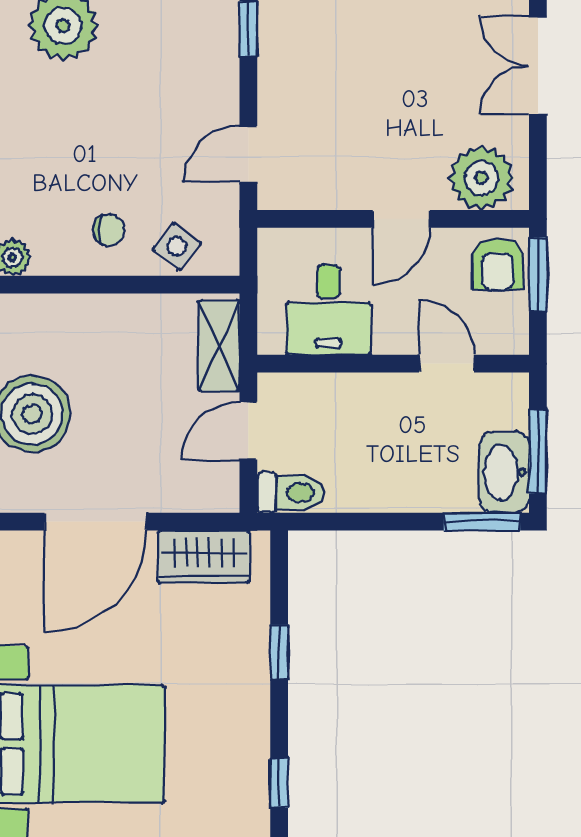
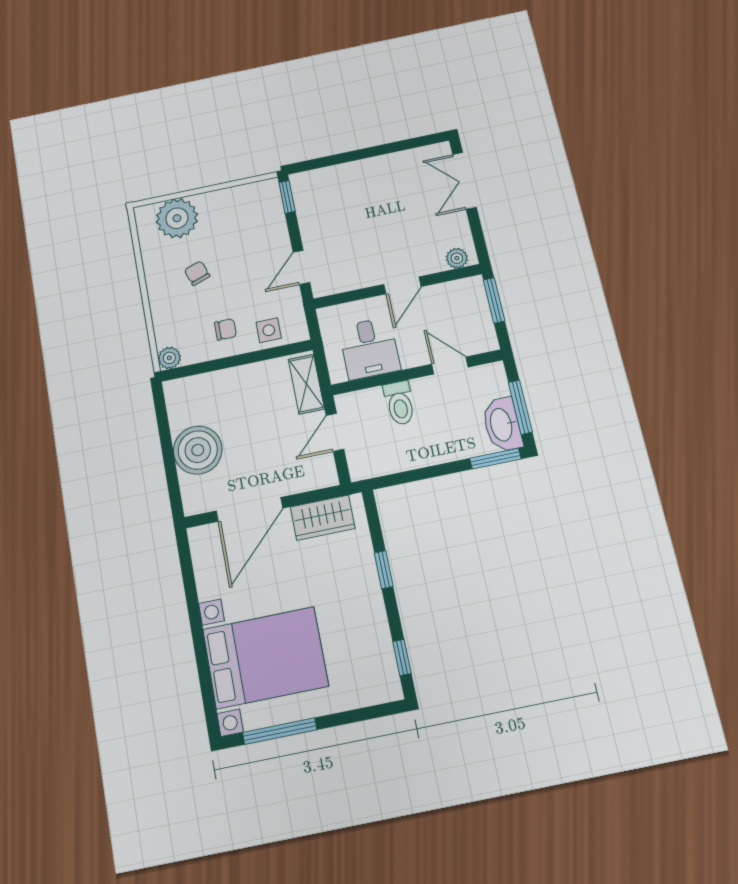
chair: (80, 127) -> (197, 273), added
plant: (481, 178) -> (457, 258), width x0.53, depth x0.53
side table: (177, 246) -> (269, 330), turned -38
armchair: (498, 264) -> (468, 300), removed
toilet: (291, 492) -> (399, 403), moved, turned 90

